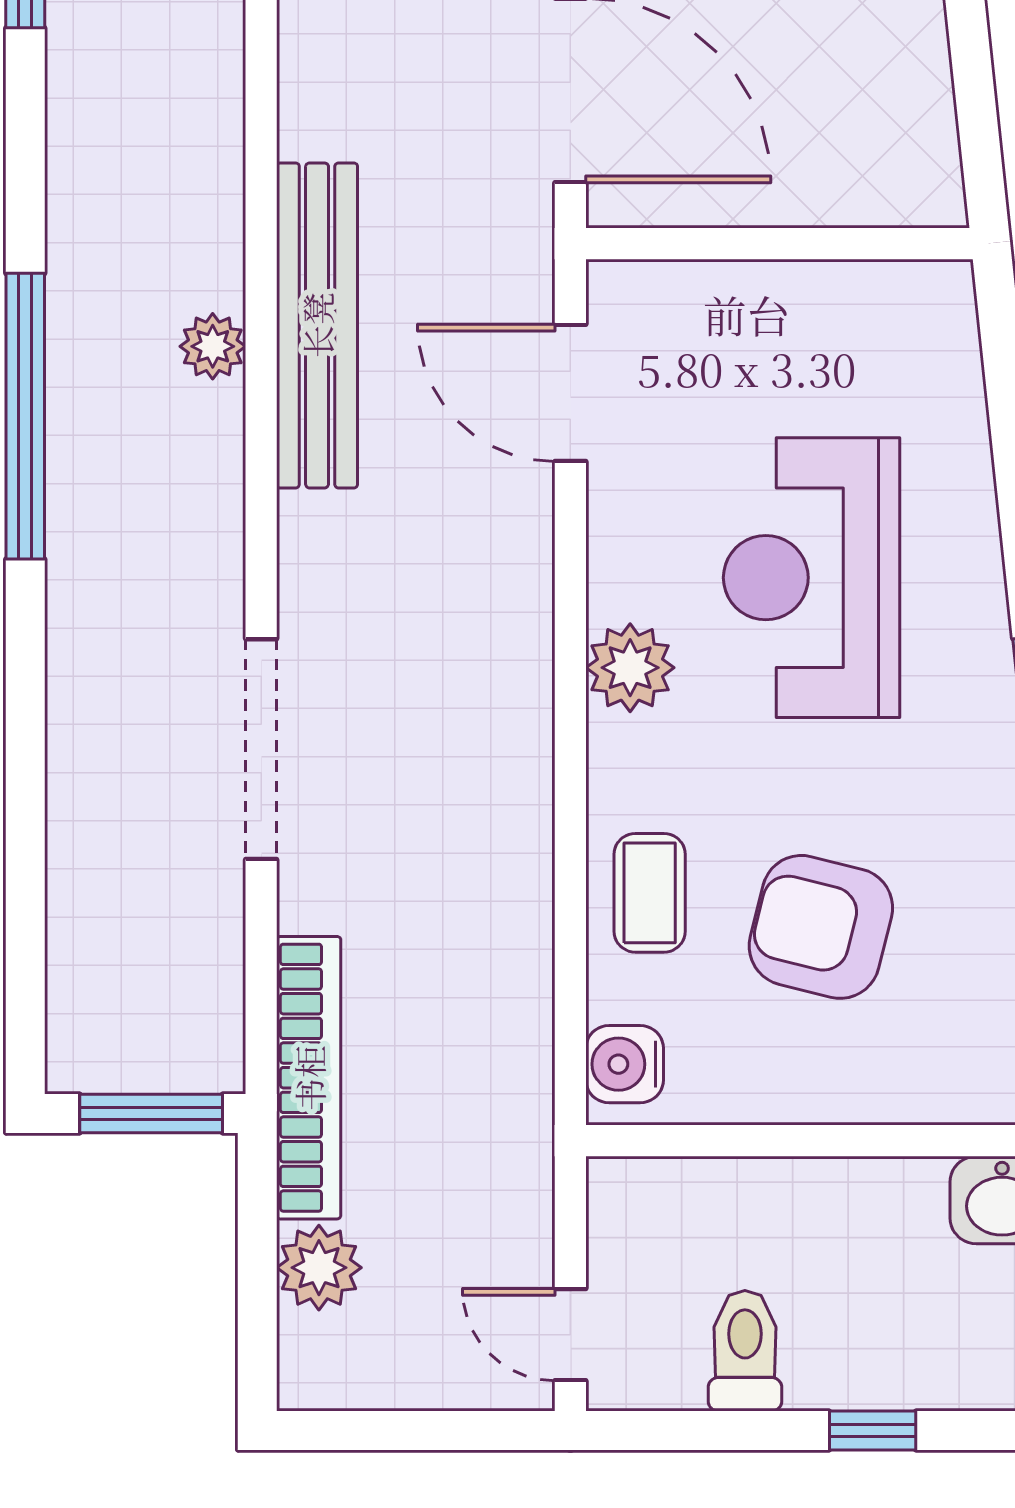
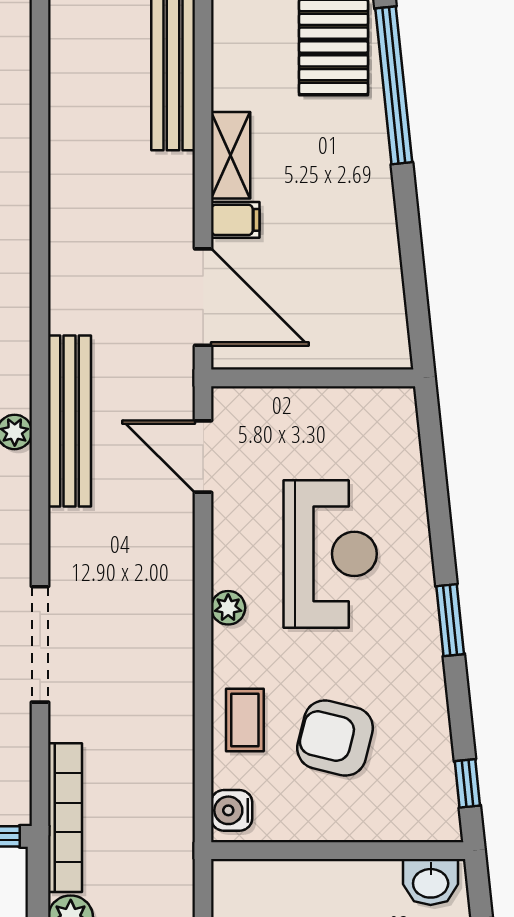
reception desk: (812, 578) -> (330, 554), turned 180
plant: (630, 668) -> (228, 608), width x0.73, depth x0.73

